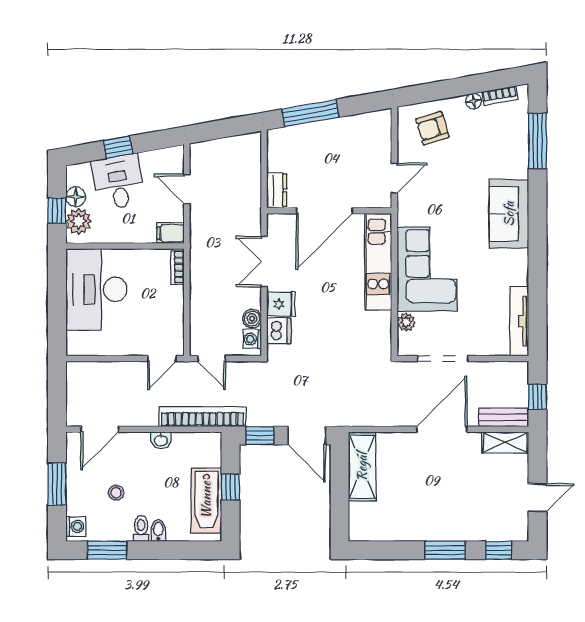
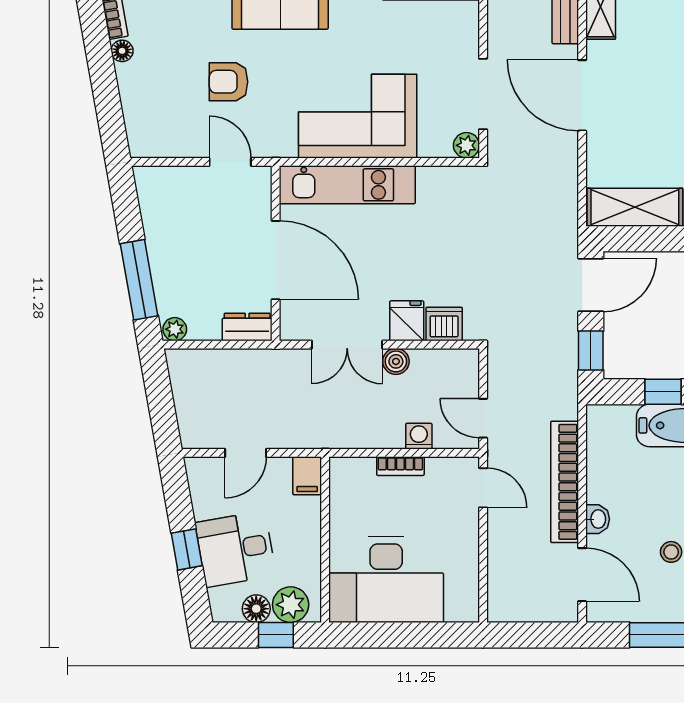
armchair: (432, 128) -> (229, 82), moved, turned 107
plant: (275, 139) -> (175, 329), added
bookcase: (177, 267) -> (400, 466), moved
boiler: (252, 319) -> (396, 361), moved
plant: (406, 322) -> (466, 145), moved
washing machine: (252, 339) -> (419, 436), moved, turned 180
door: (212, 359) -> (483, 418), swing flipped
bookcase: (203, 417) -> (565, 482), moved
washbasin: (161, 440) -> (598, 519), moved

